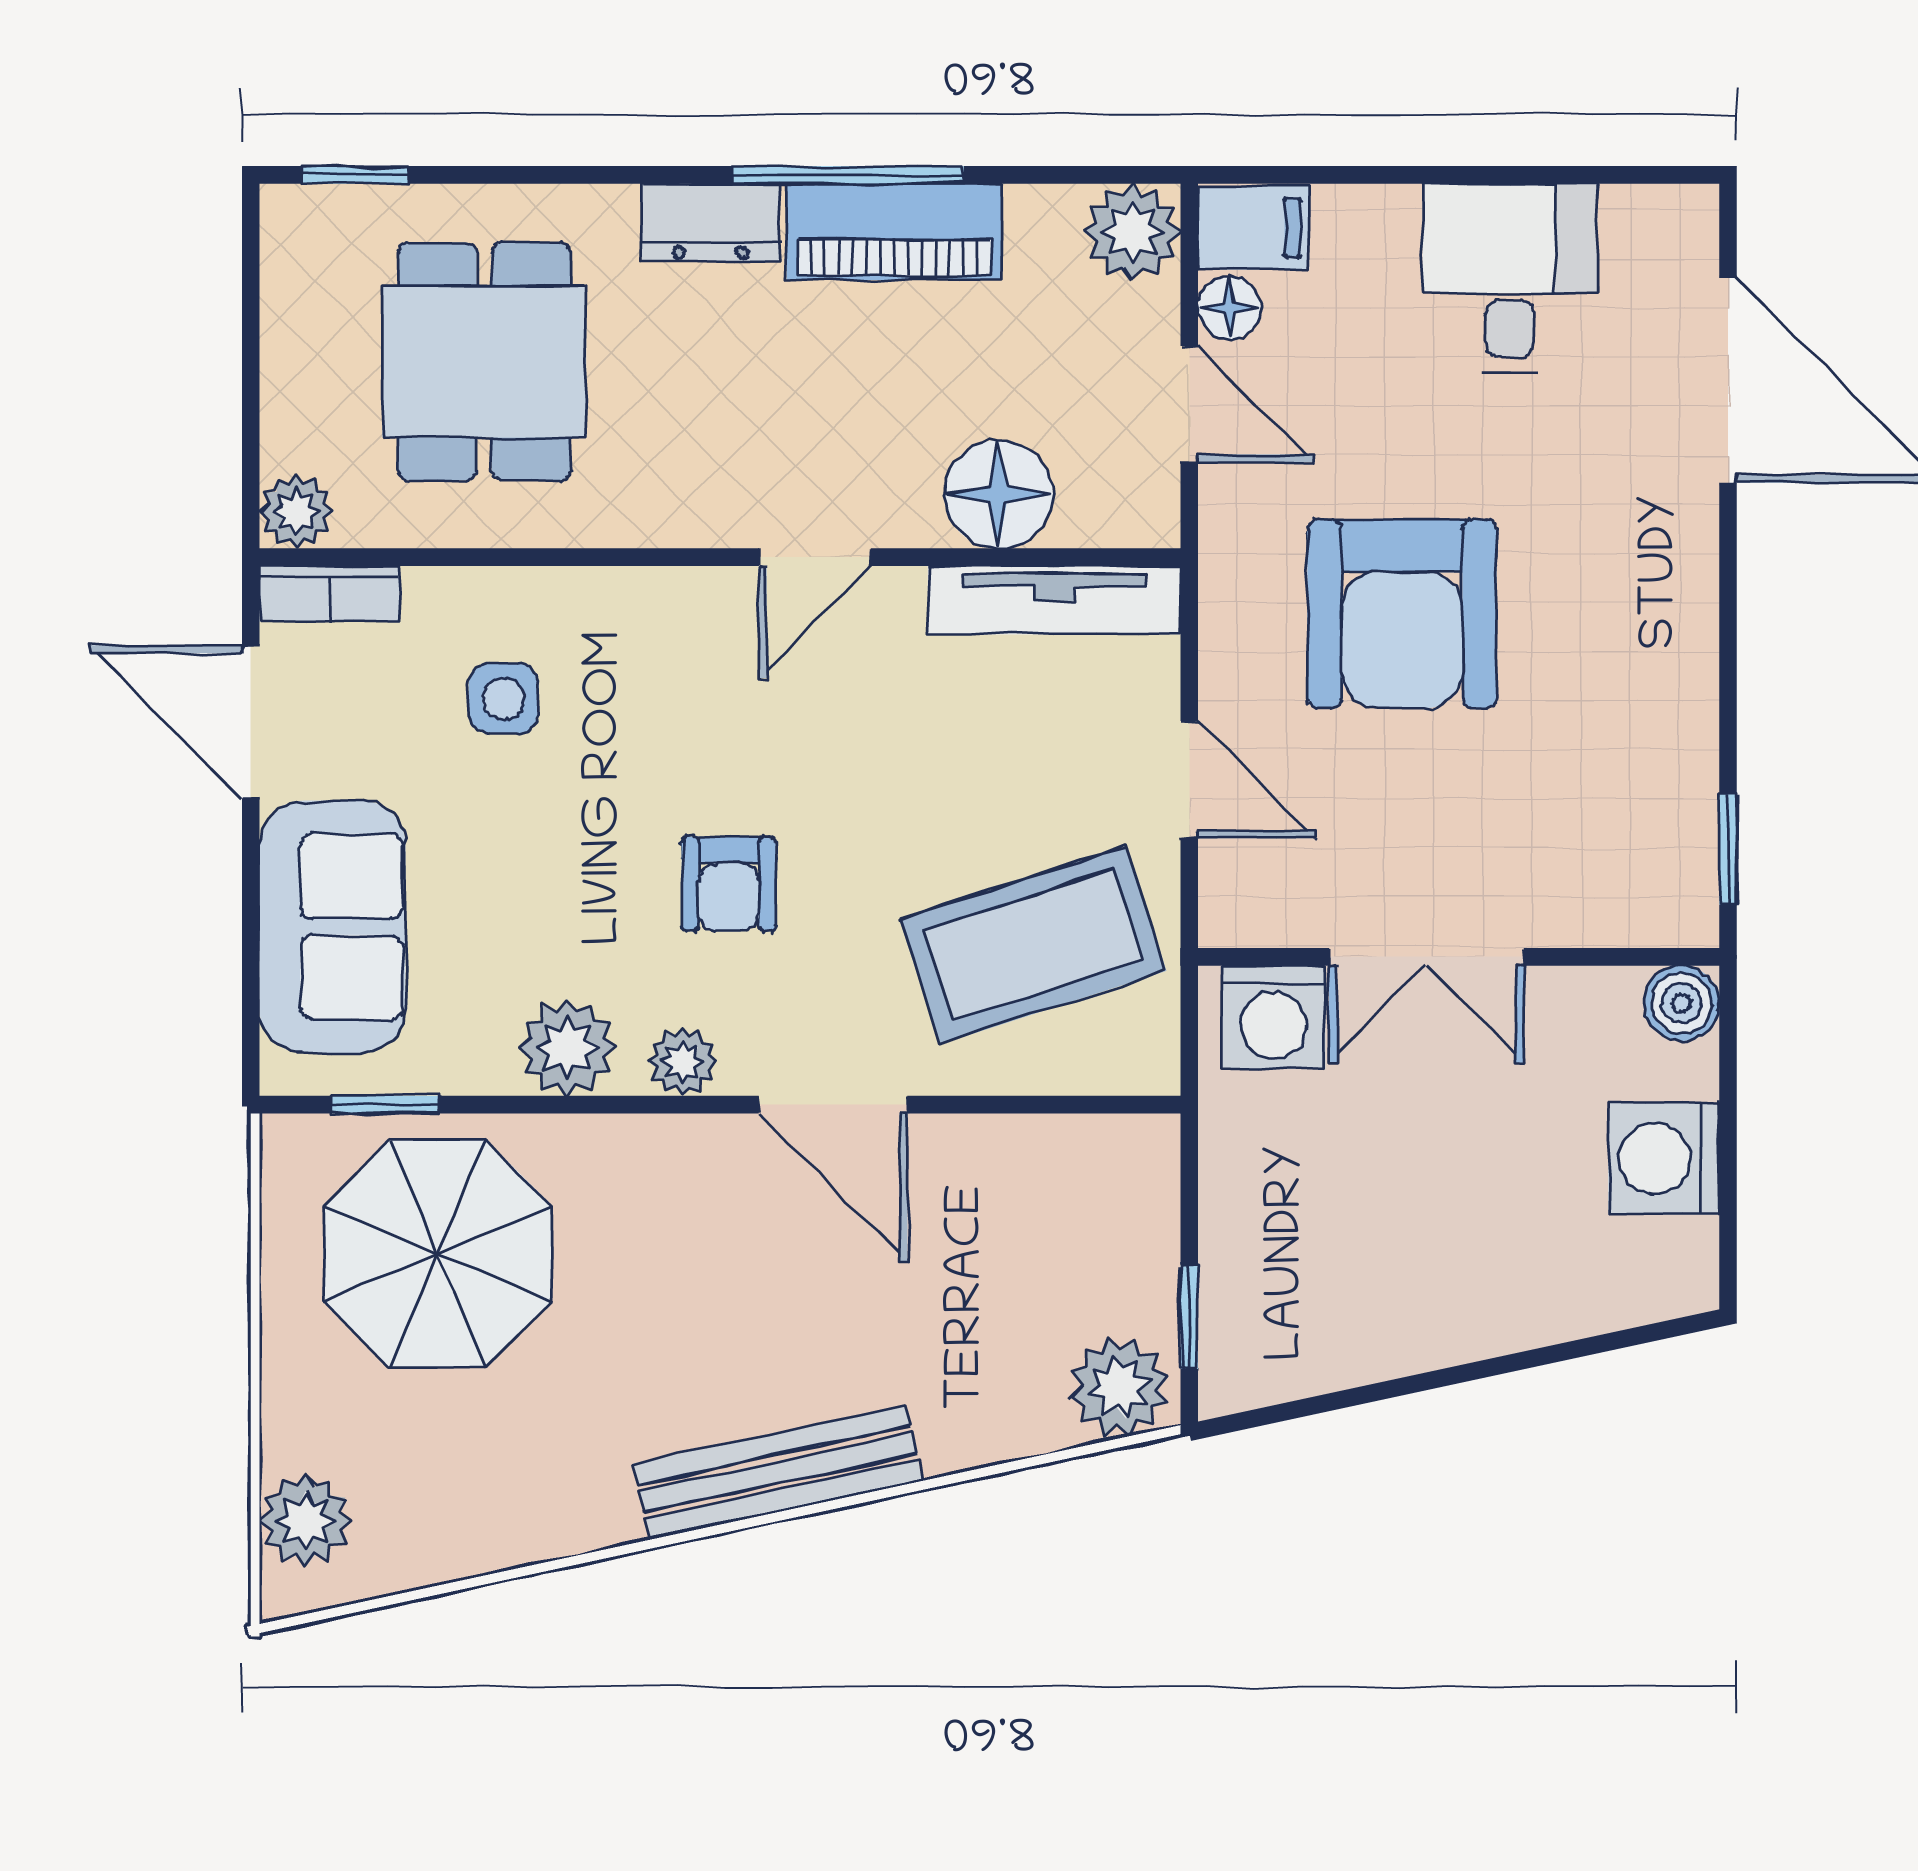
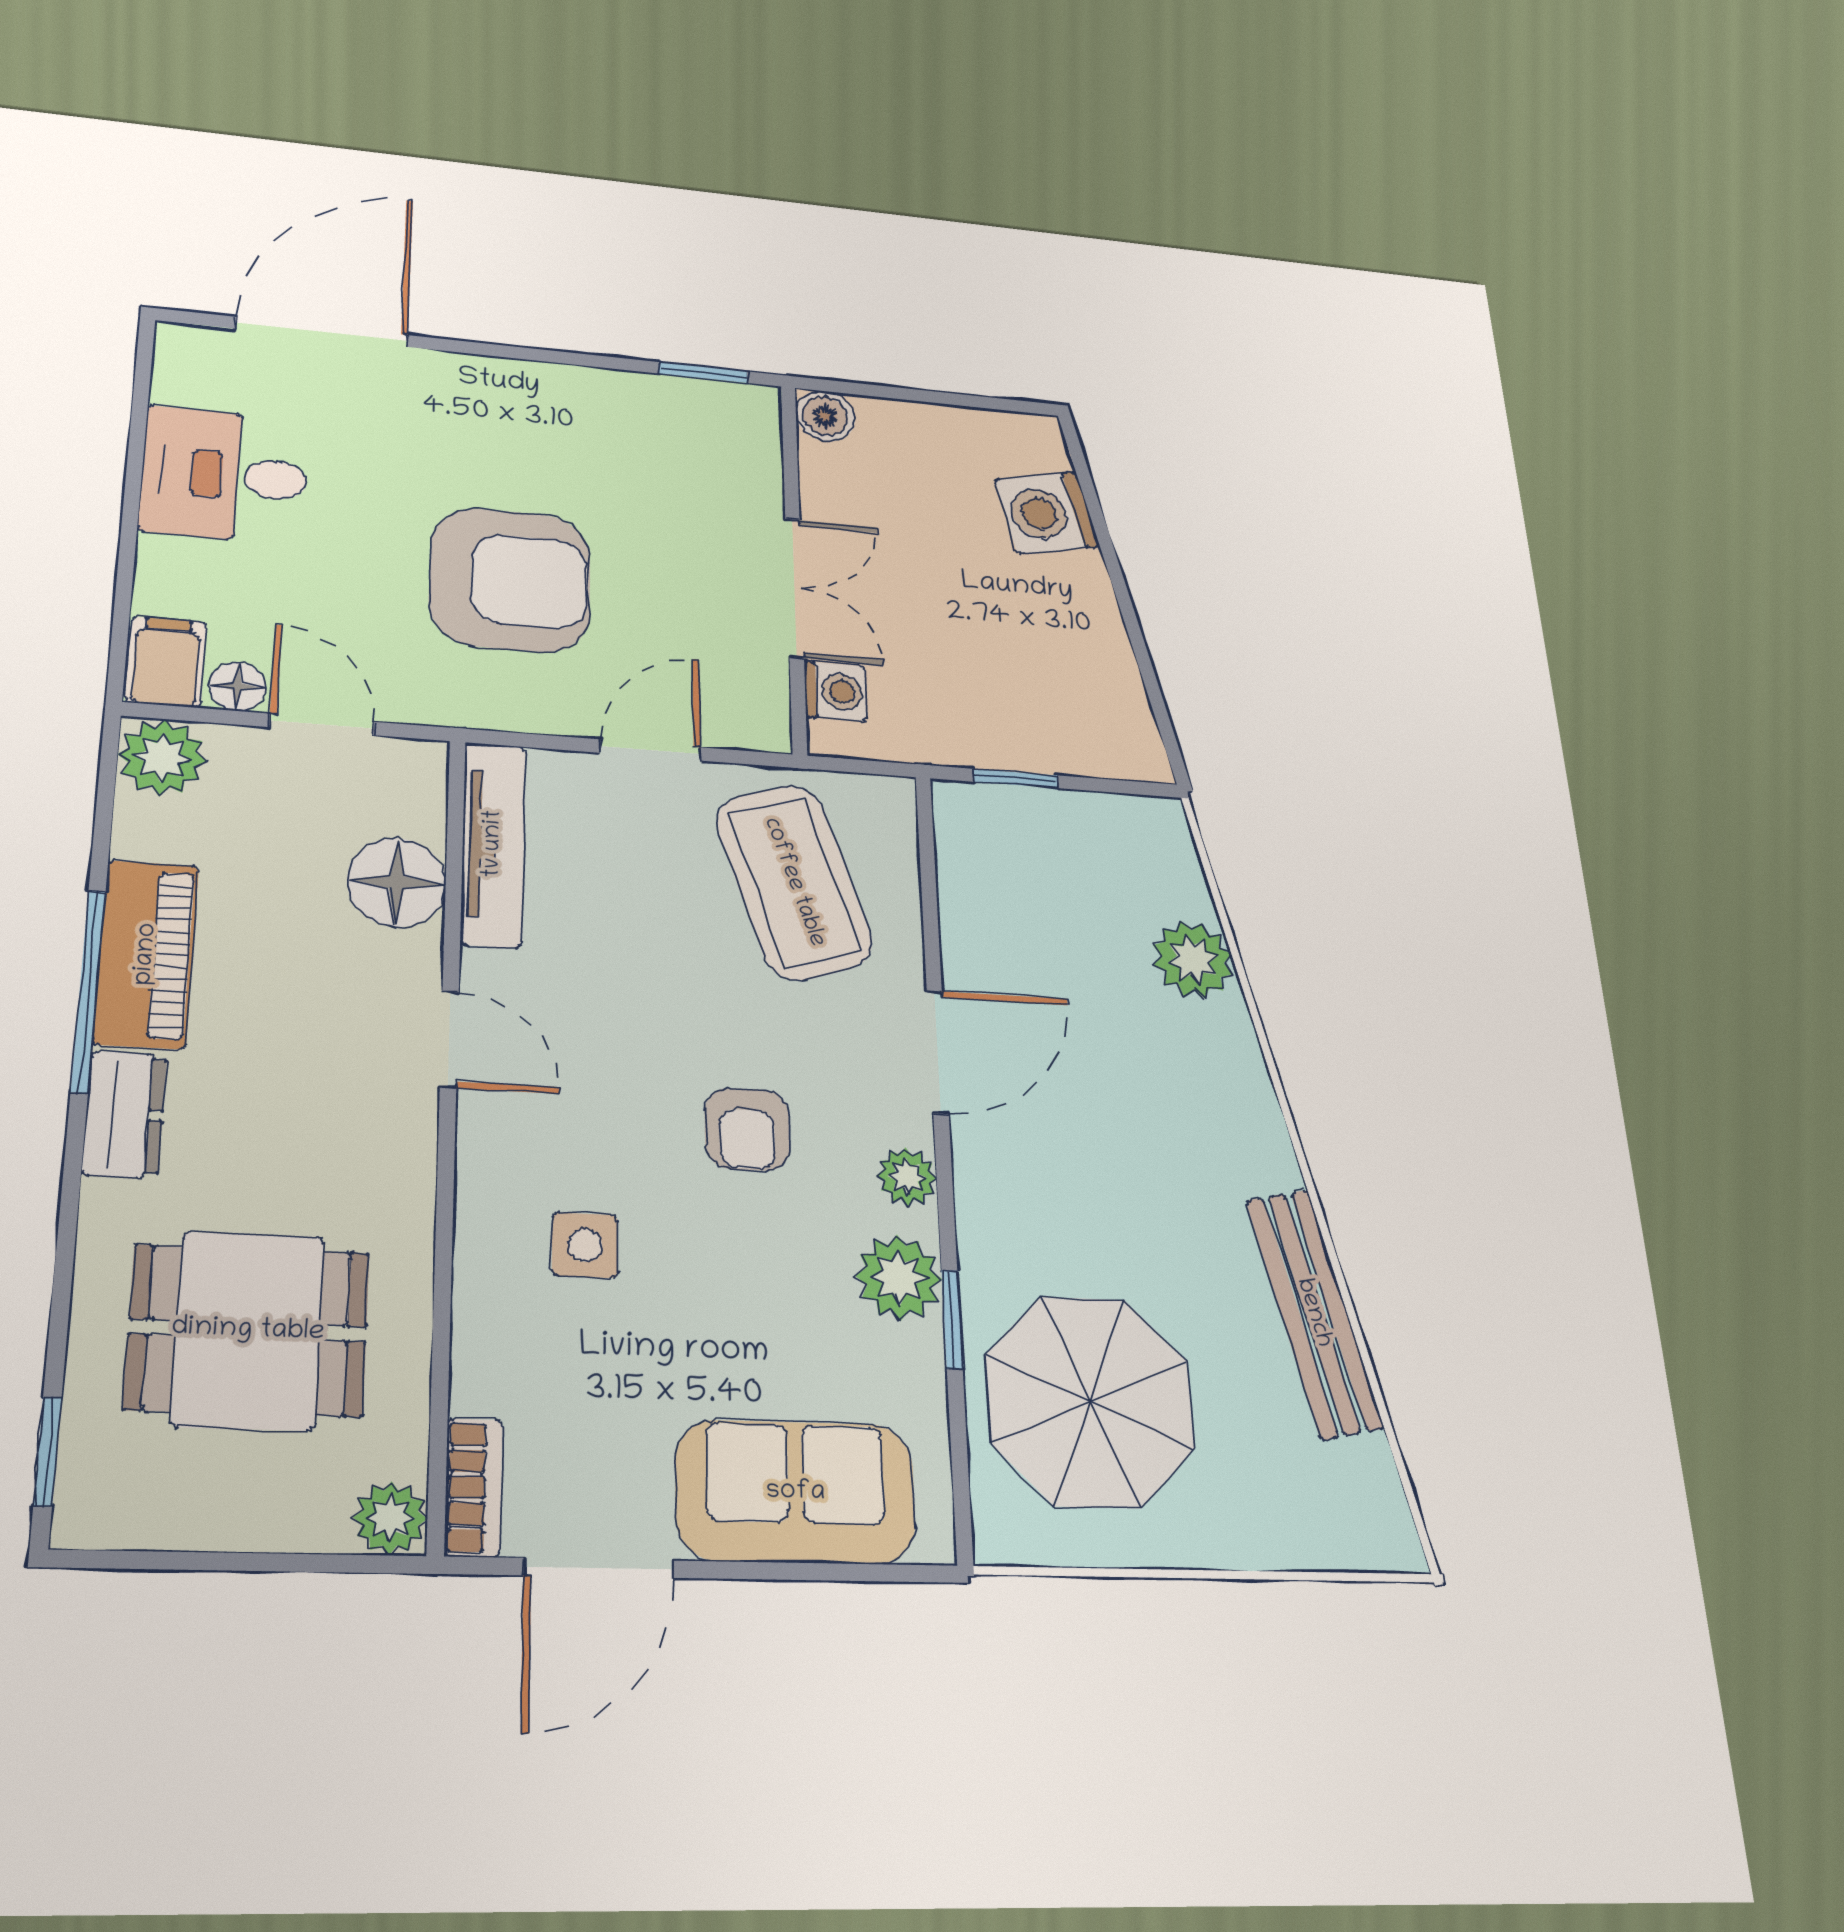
door: (1189, 404) -> (322, 724), hinge flipped
side table: (504, 699) -> (585, 1245), moved
armchair: (729, 884) -> (747, 1129), turned 90
washing machine: (1274, 1017) -> (836, 691), width x0.73, depth x0.73
window: (385, 1105) -> (952, 1319), moved
washing machine: (1664, 1159) -> (1047, 513), moved, turned 78
window: (1189, 1317) -> (1016, 779), moved
plant: (1119, 1387) -> (1193, 960), moved
bench: (778, 1472) -> (1314, 1313), moved
plant: (306, 1521) -> (1337, 1529), removed

